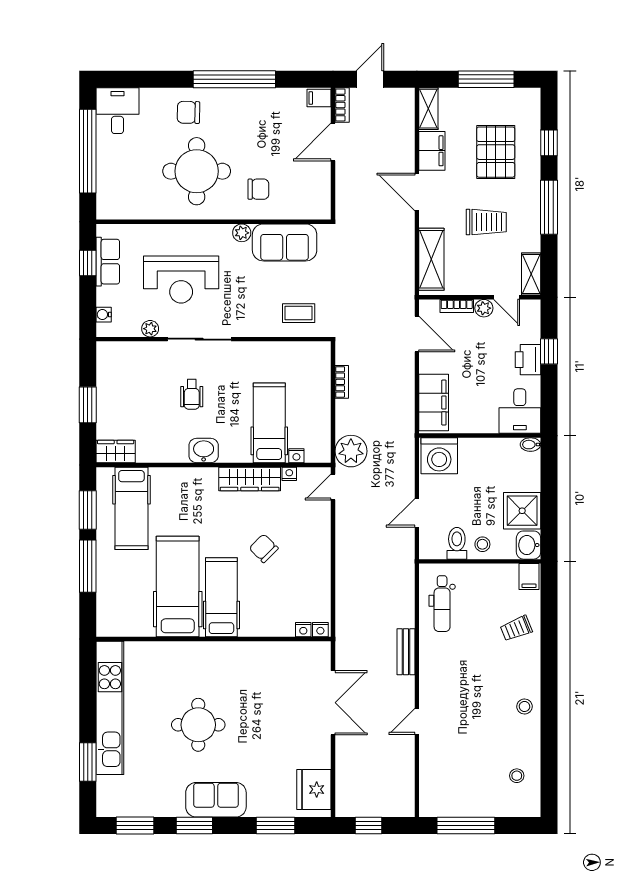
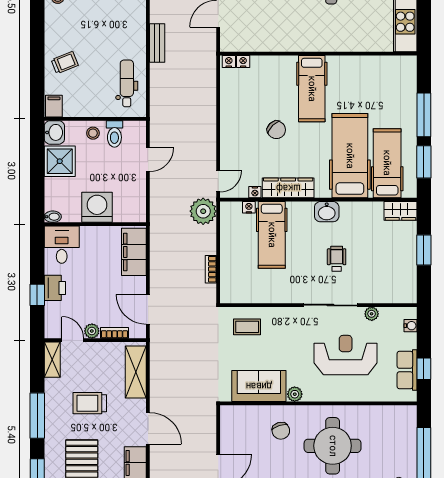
chair: (258, 189) -> (281, 431), turned -108
washing machine: (439, 456) -> (97, 207), moved
hospital bed: (178, 586) -> (350, 156), moved, turned 180

